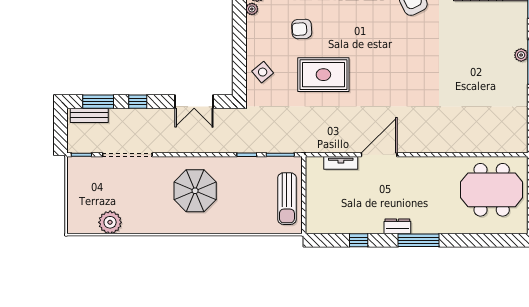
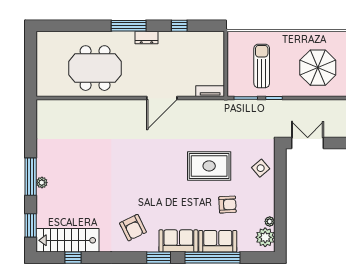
double door: (194, 102) -> (308, 143), moved
tv unit: (341, 163) -> (210, 91), moved
meeting table: (492, 190) -> (95, 68), moved
sun lounger: (287, 199) -> (262, 66), moved

